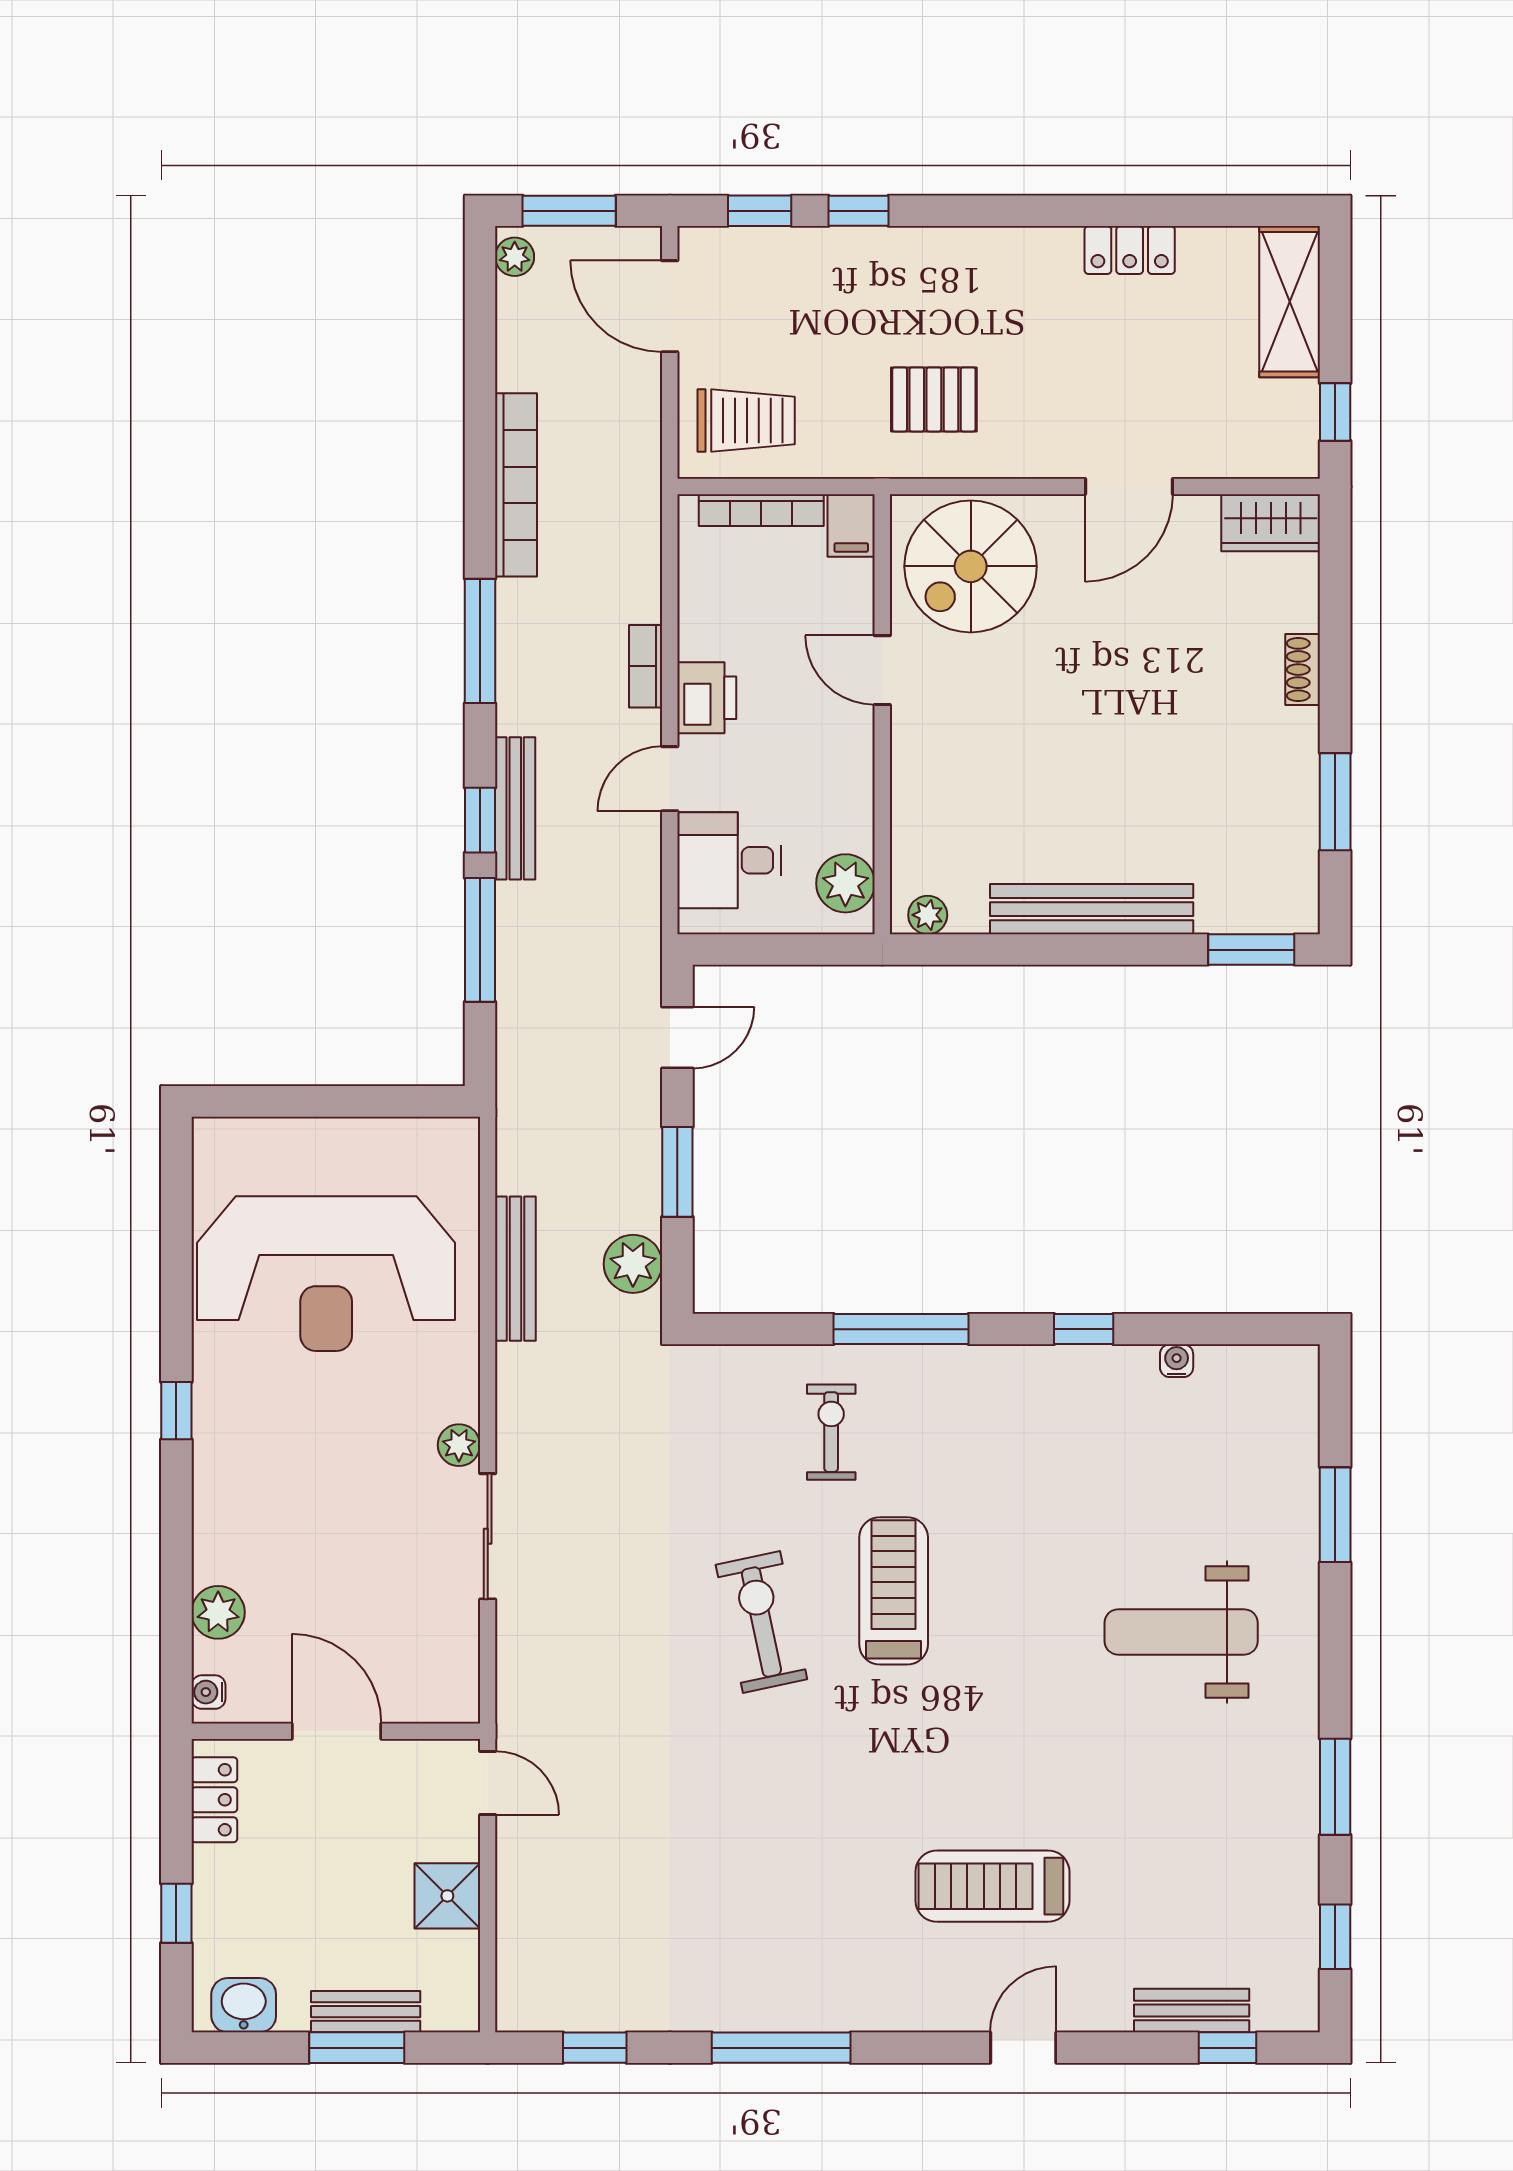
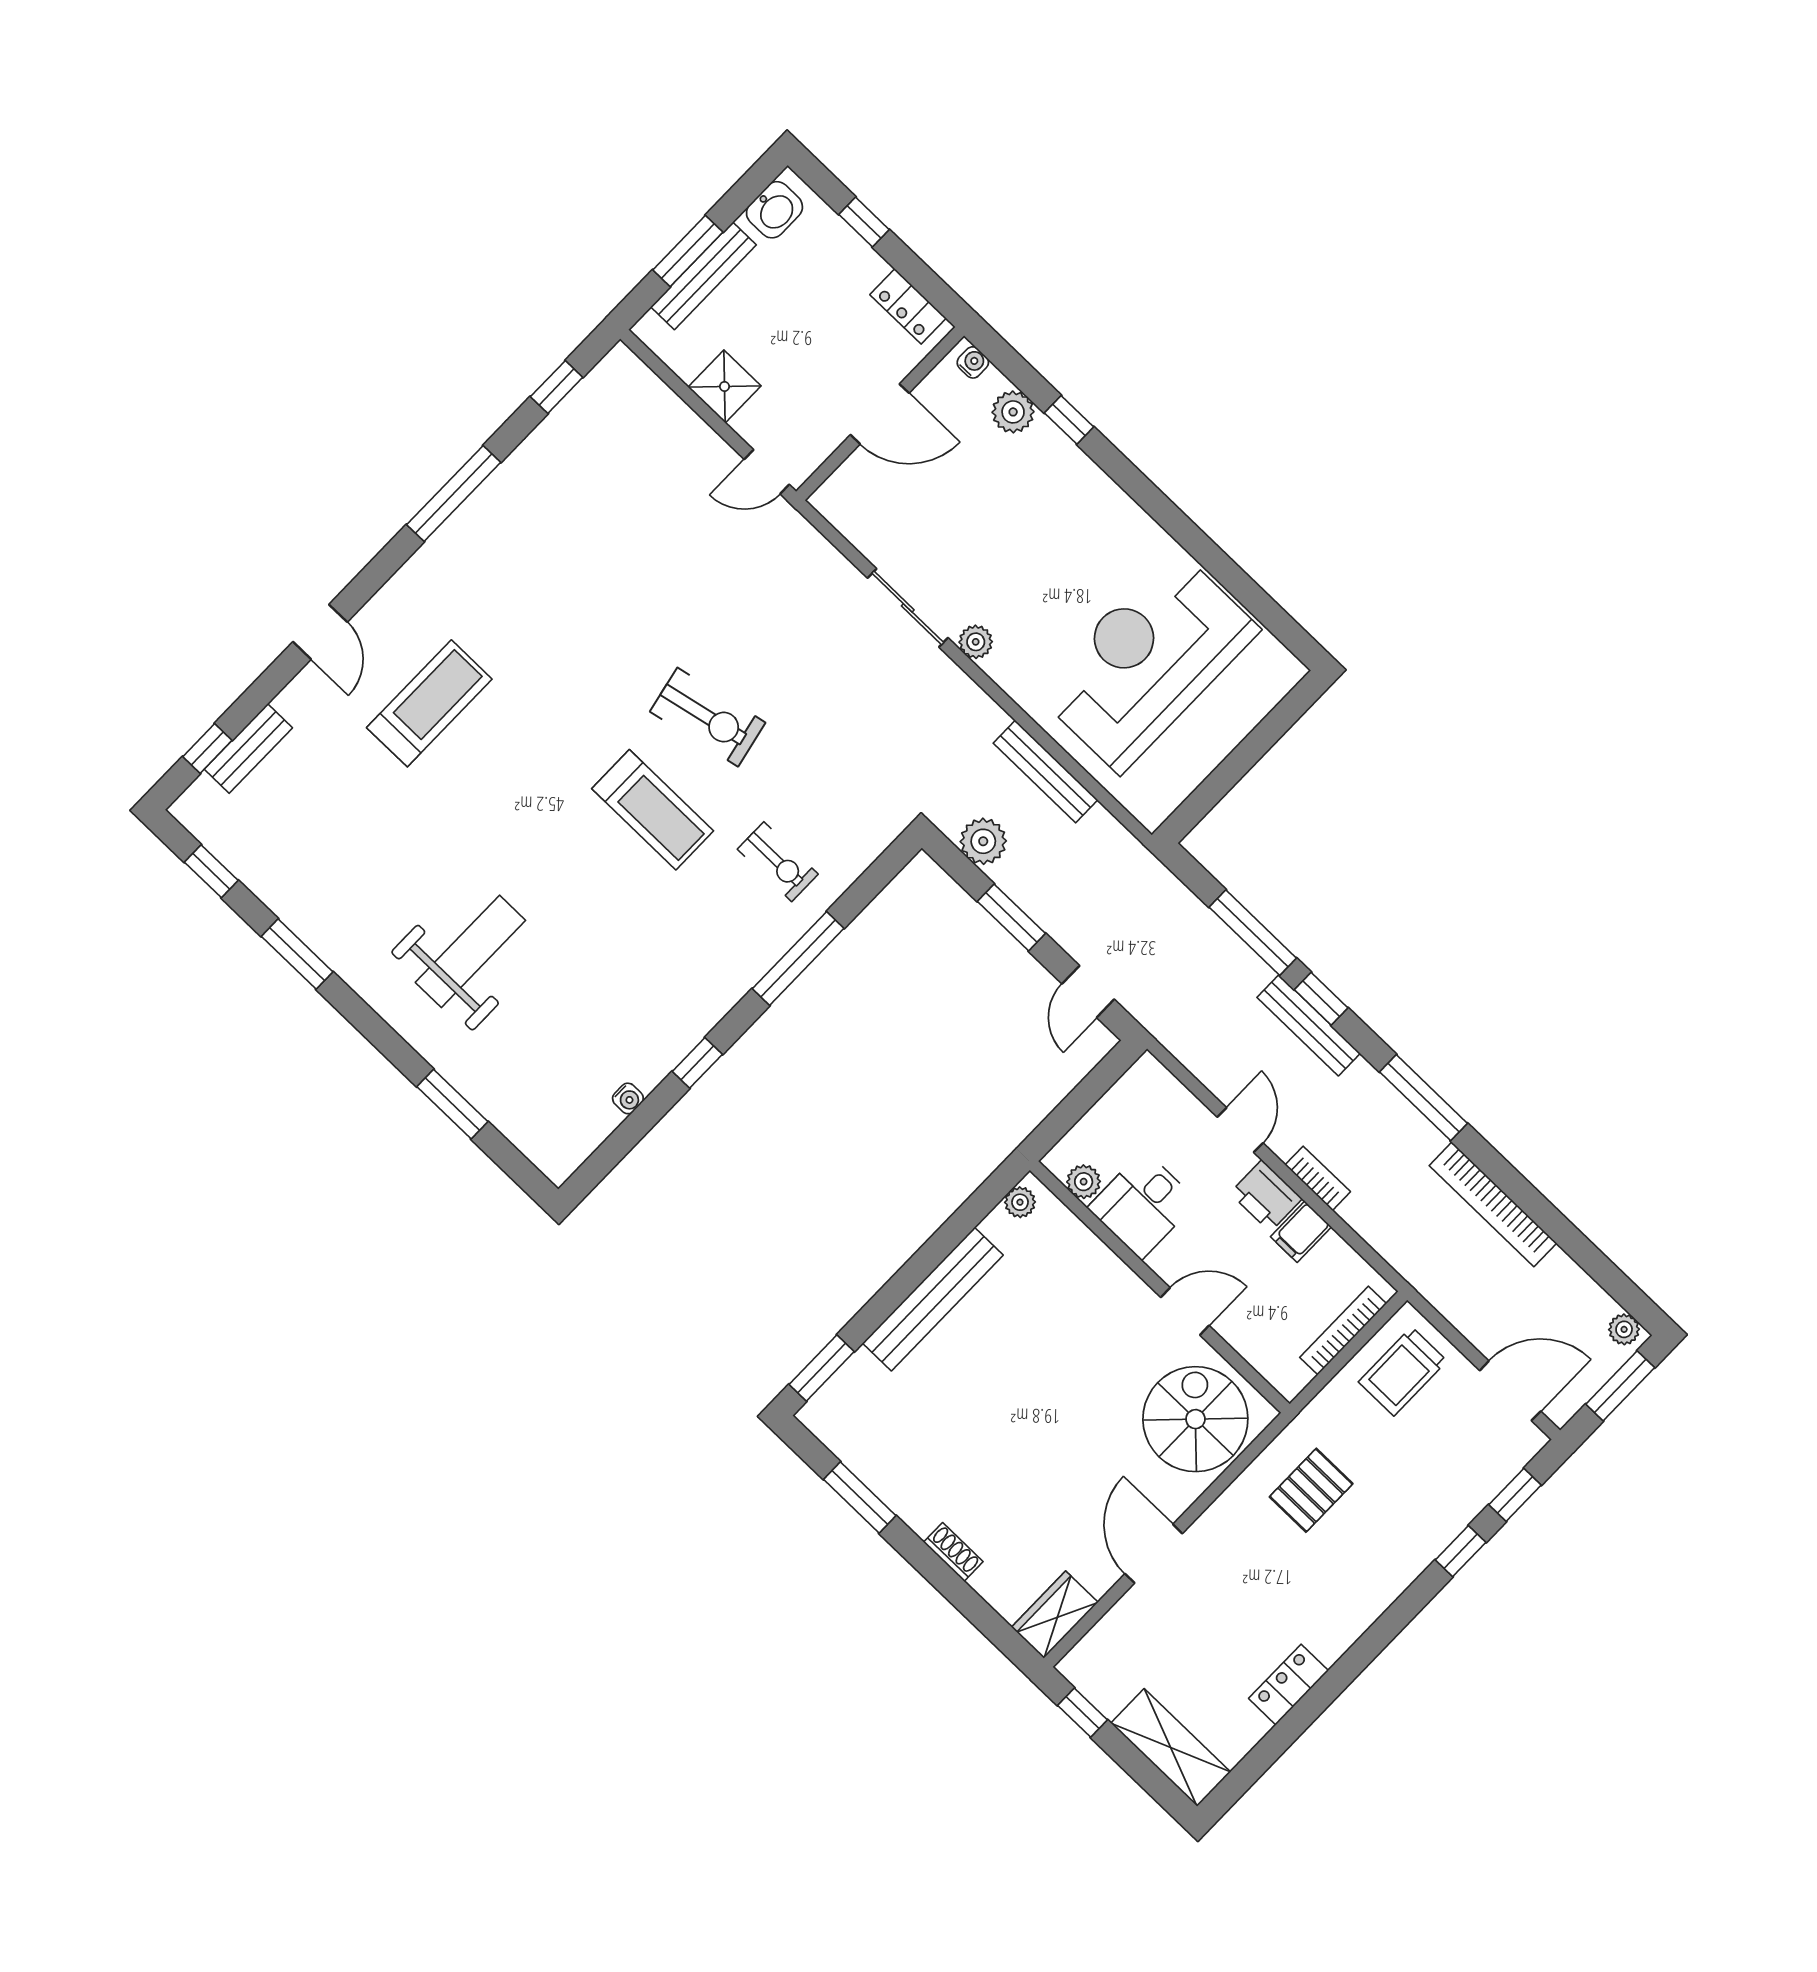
filing cabinet: (851, 526) -> (1301, 1232), moved, turned -90
desk: (729, 860) -> (1142, 1205), moved, turned 180
plant: (845, 883) -> (1084, 1182), width x0.73, depth x0.73
window: (176, 1411) -> (1069, 420), moved
bench: (366, 2012) -> (704, 276), width x1.36

